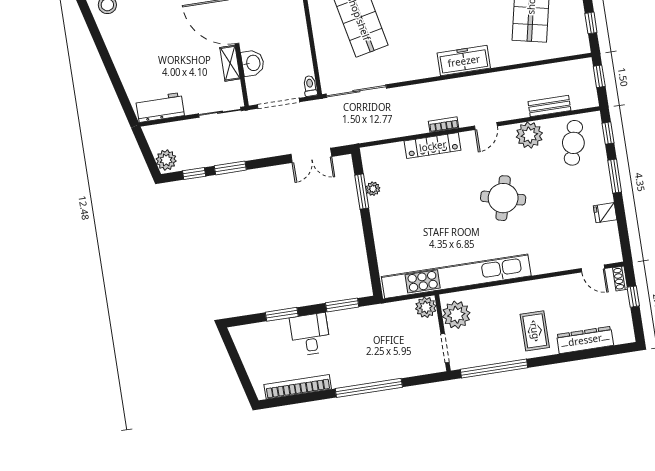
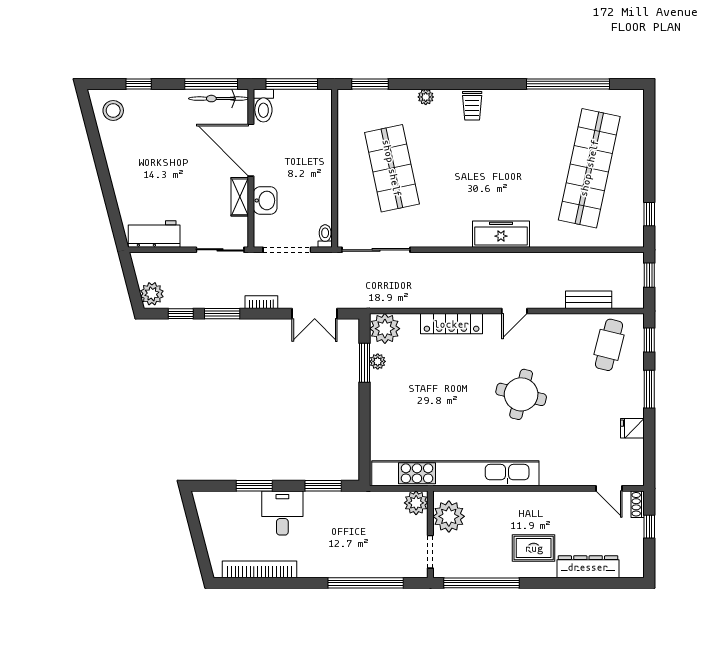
bookcase: (444, 124) -> (261, 302), moved
plant: (529, 135) -> (385, 329), moved
rug: (535, 331) -> (534, 548), turned 90
window: (369, 388) -> (366, 583), moved

